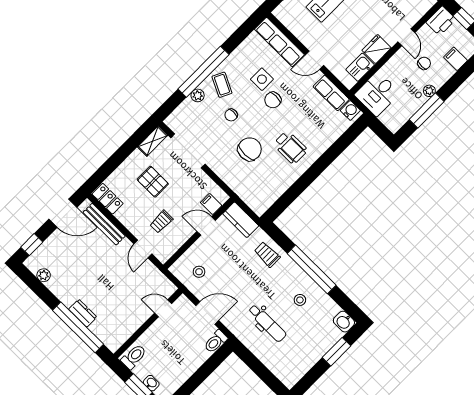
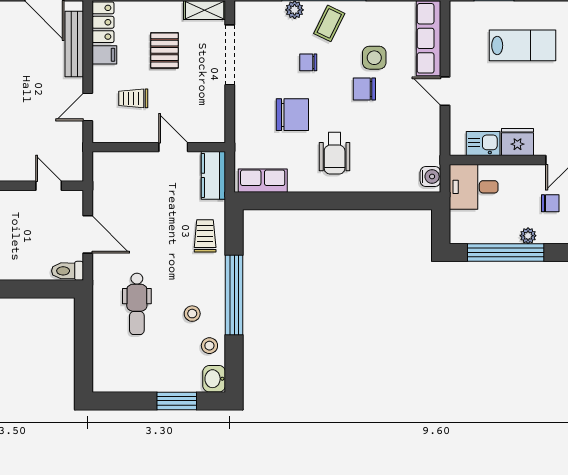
row of seats: (331, 93) -> (263, 181), moved, turned 90
window: (427, 111) -> (506, 253), width x1.46
filing cabinet: (211, 204) -> (104, 55), moved, turned 90
stool: (199, 272) -> (209, 346), moved

